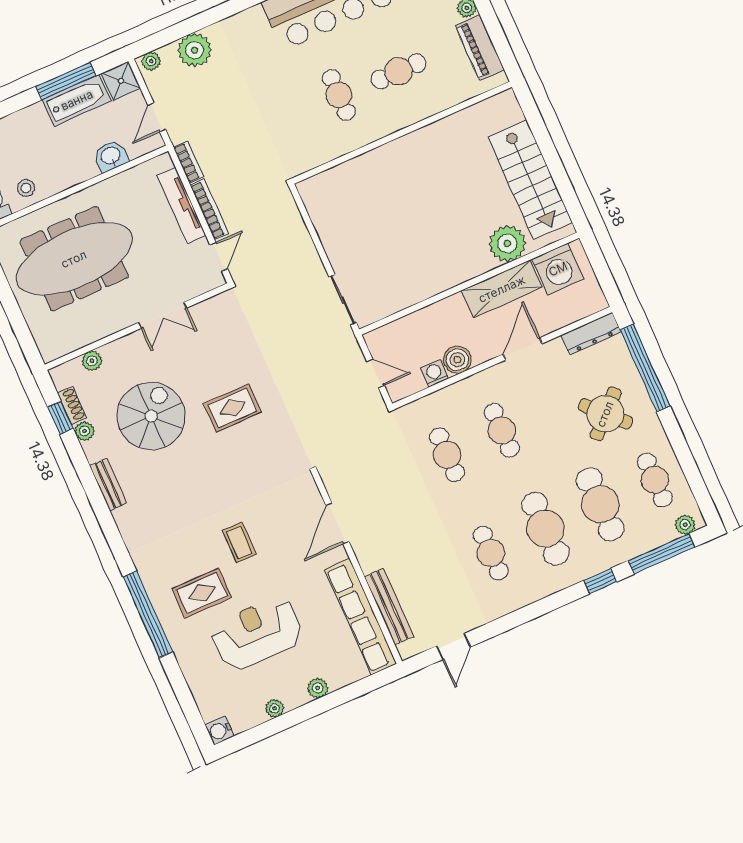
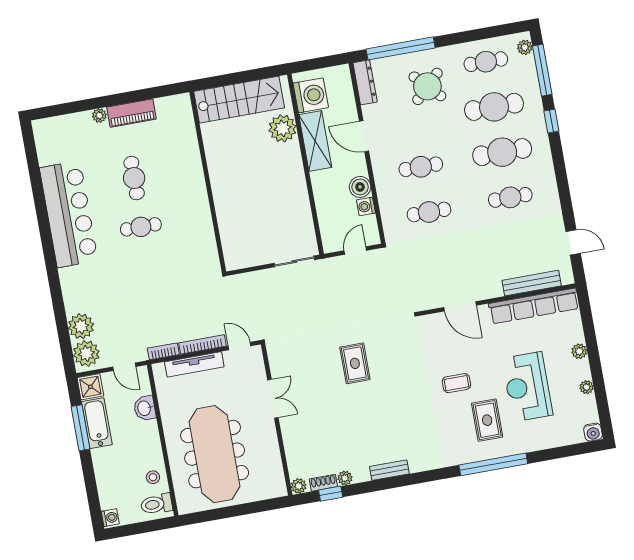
plant: (151, 61) -> (86, 353), width x1.88, depth x1.88
wall: (402, 133) -> (208, 182), moved
plant: (92, 361) -> (299, 486), moved
spiral stairs: (151, 416) -> (346, 426), removed

